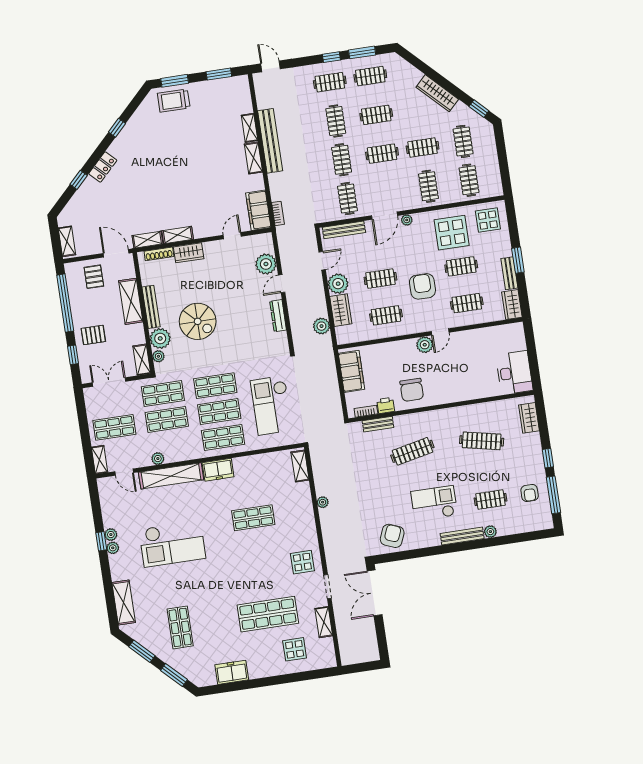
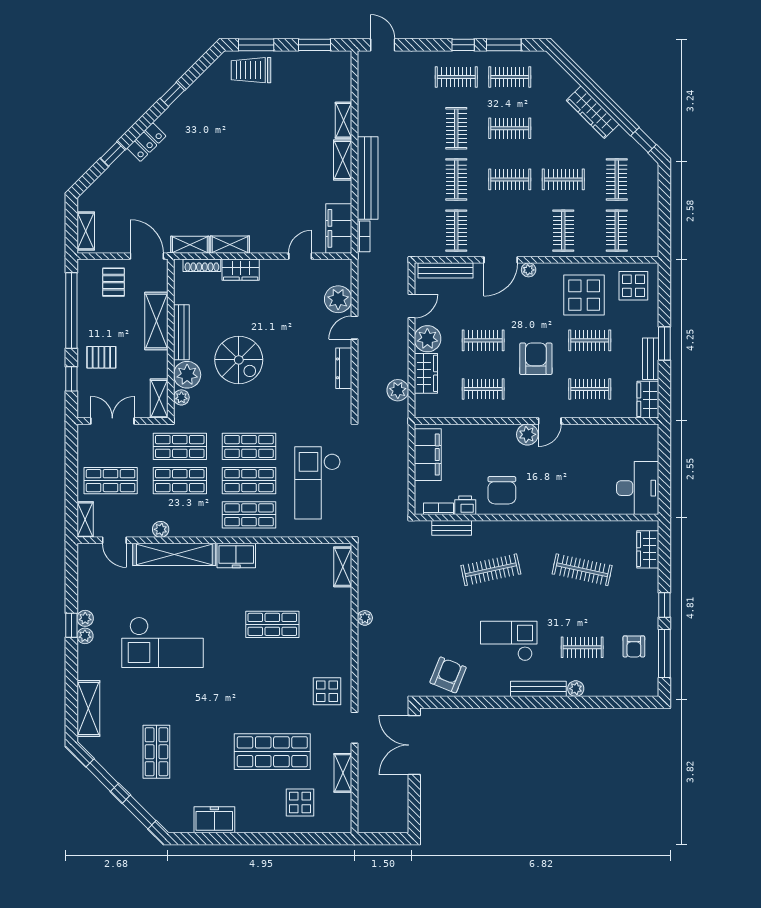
bench: (270, 141) -> (368, 178), moved

